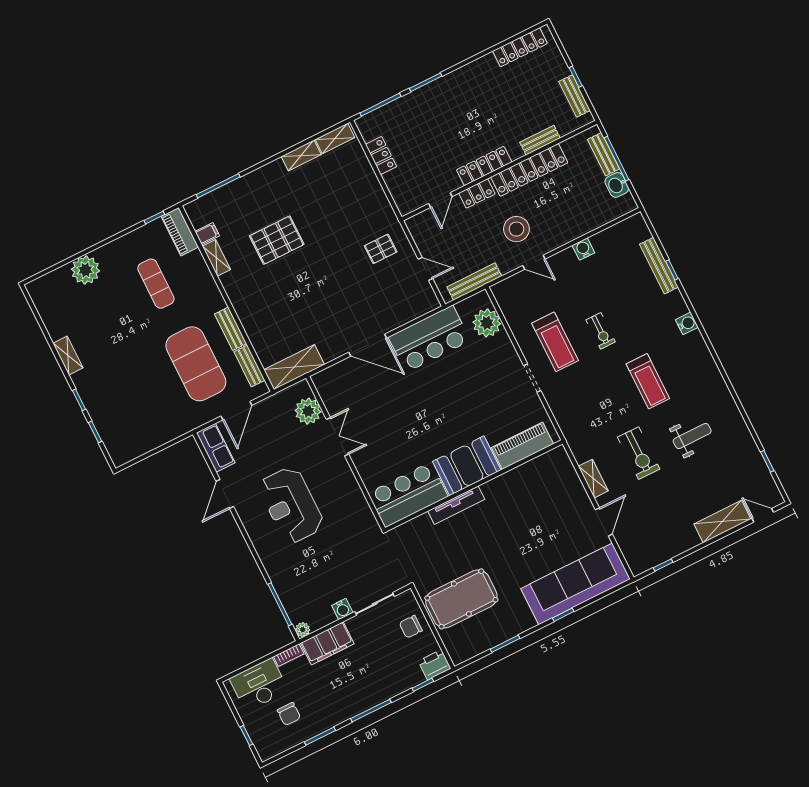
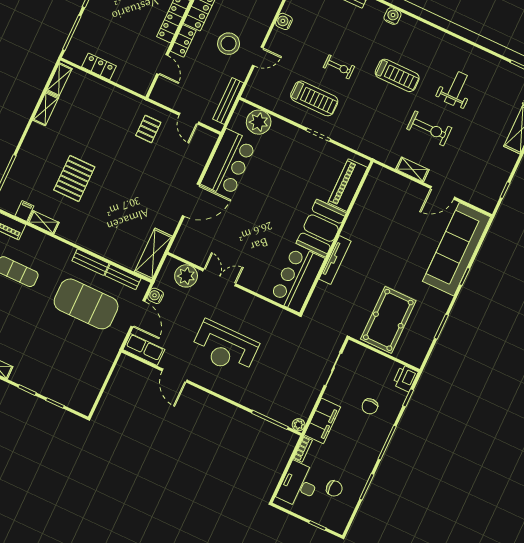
door: (425, 269) -> (189, 119), swing flipped
door: (604, 522) -> (443, 193), swing flipped
water cooler: (342, 609) -> (156, 296), moved, turned 180
chair: (411, 627) -> (370, 406), moved

